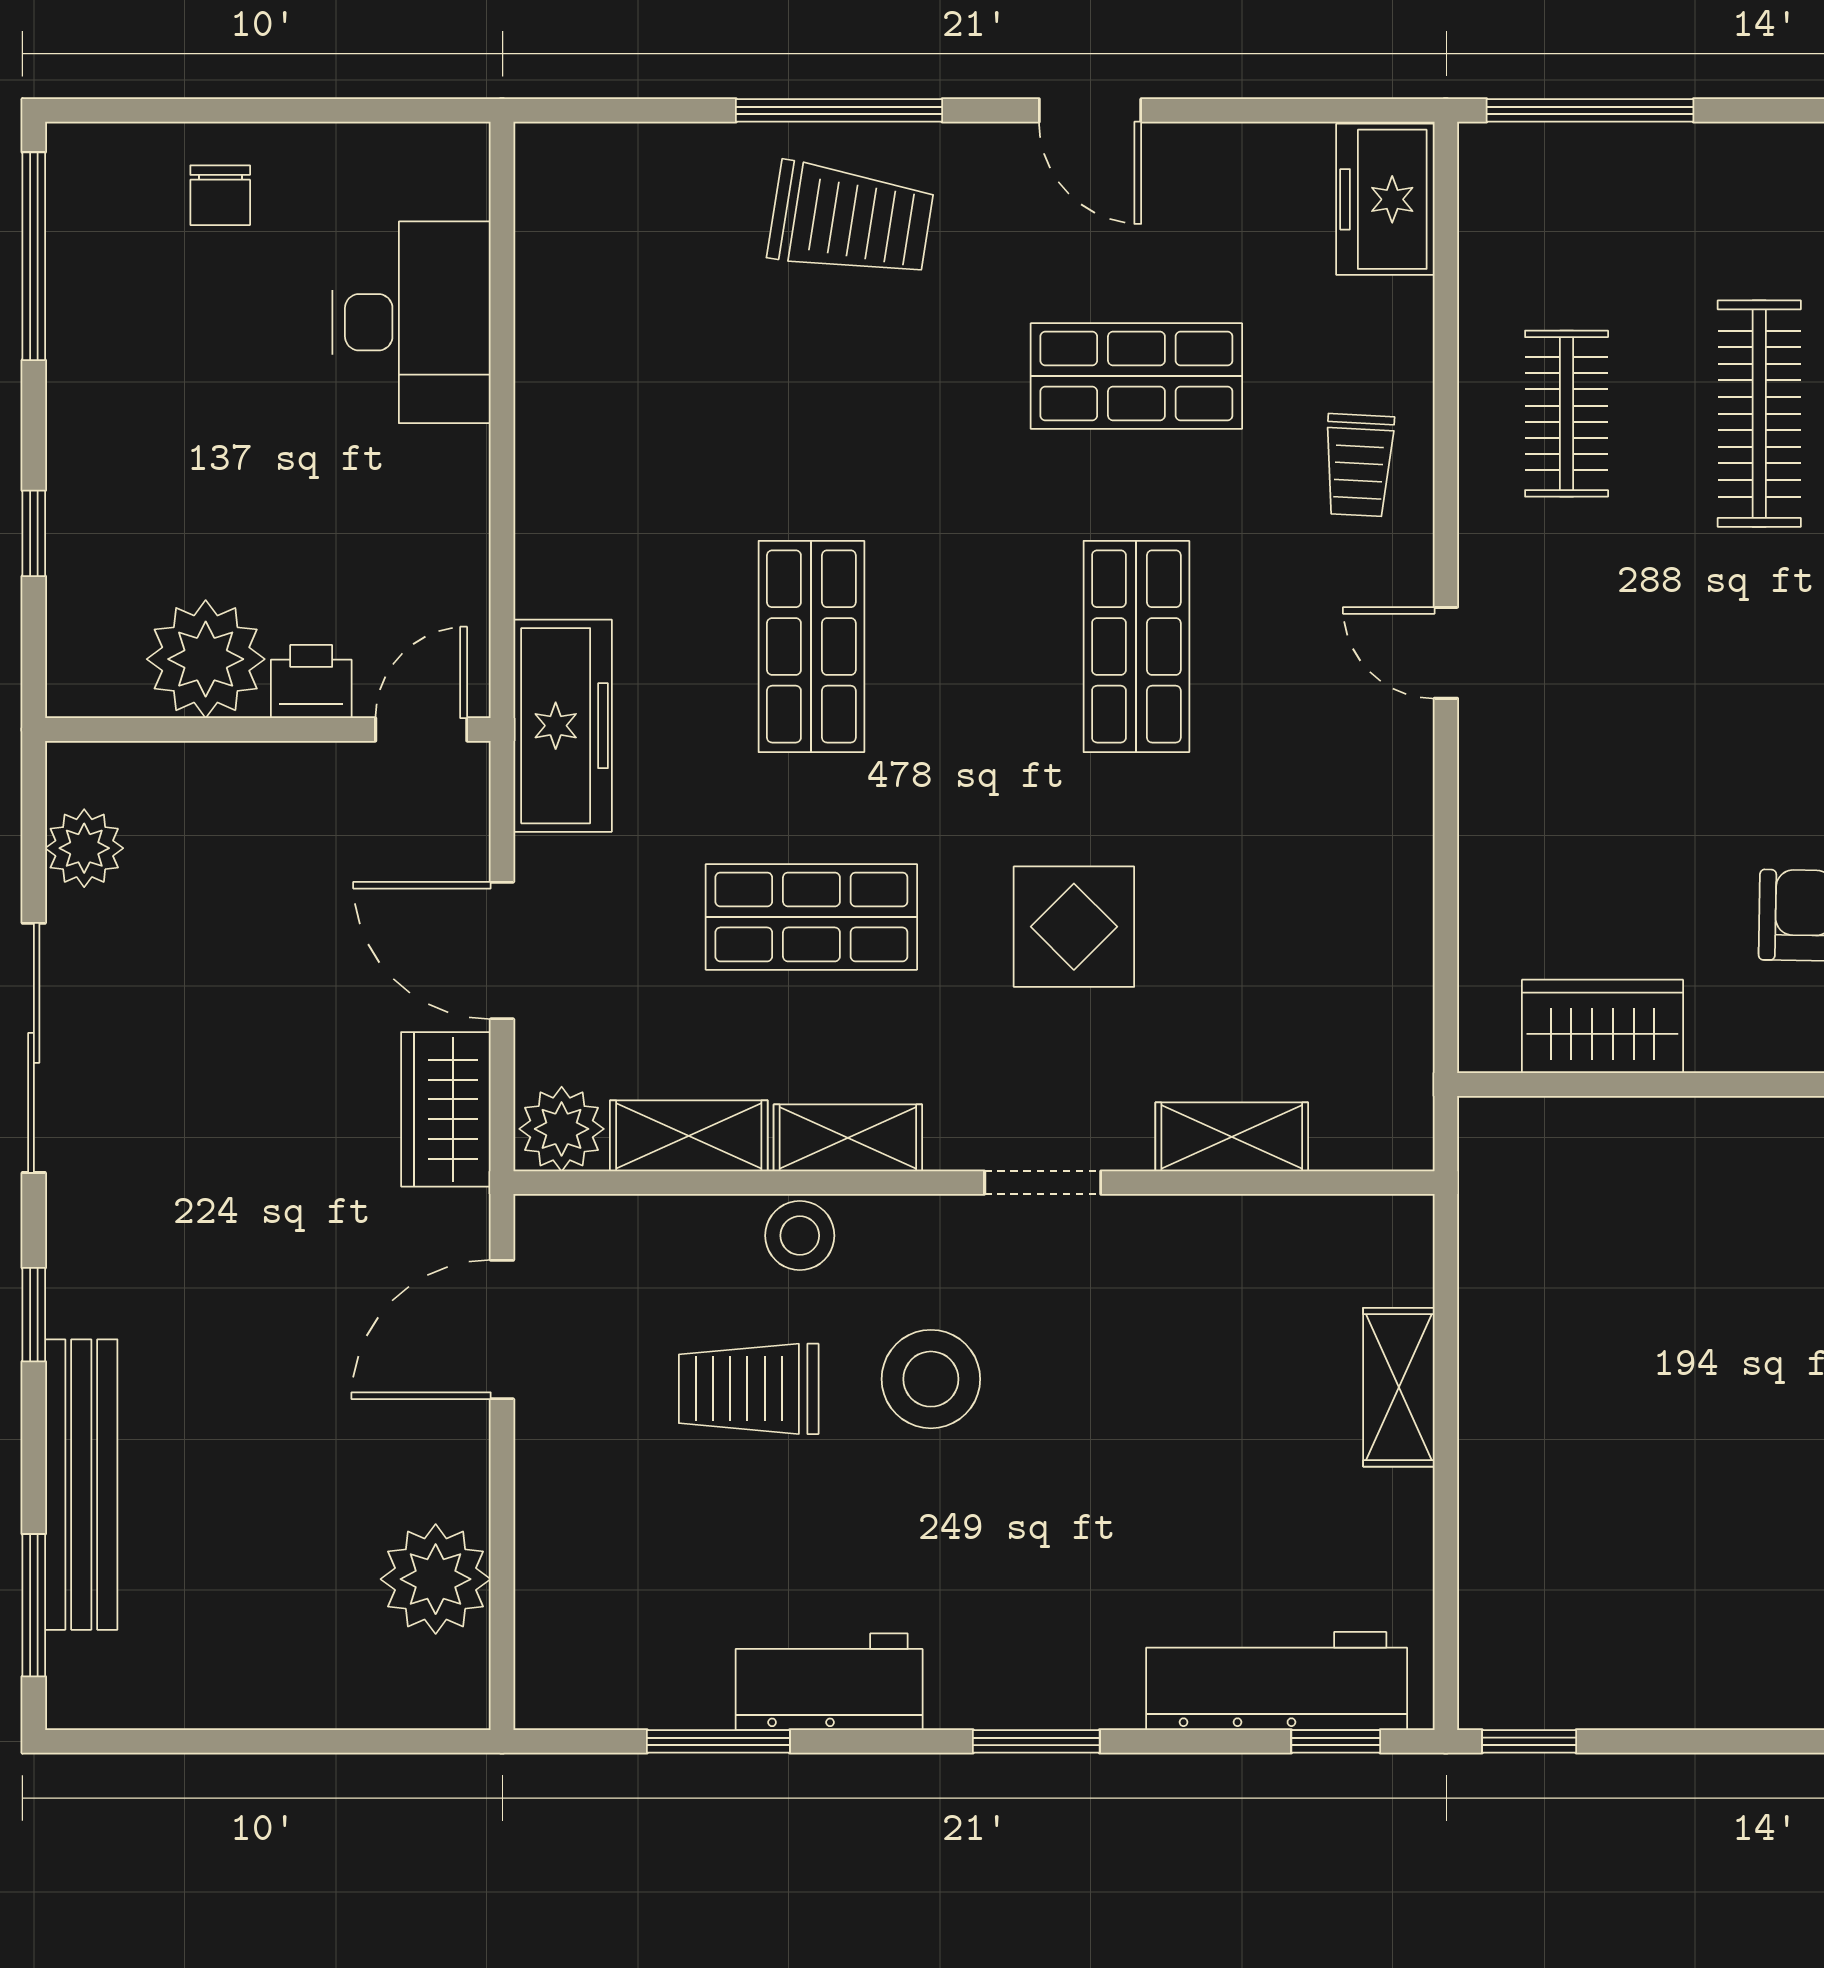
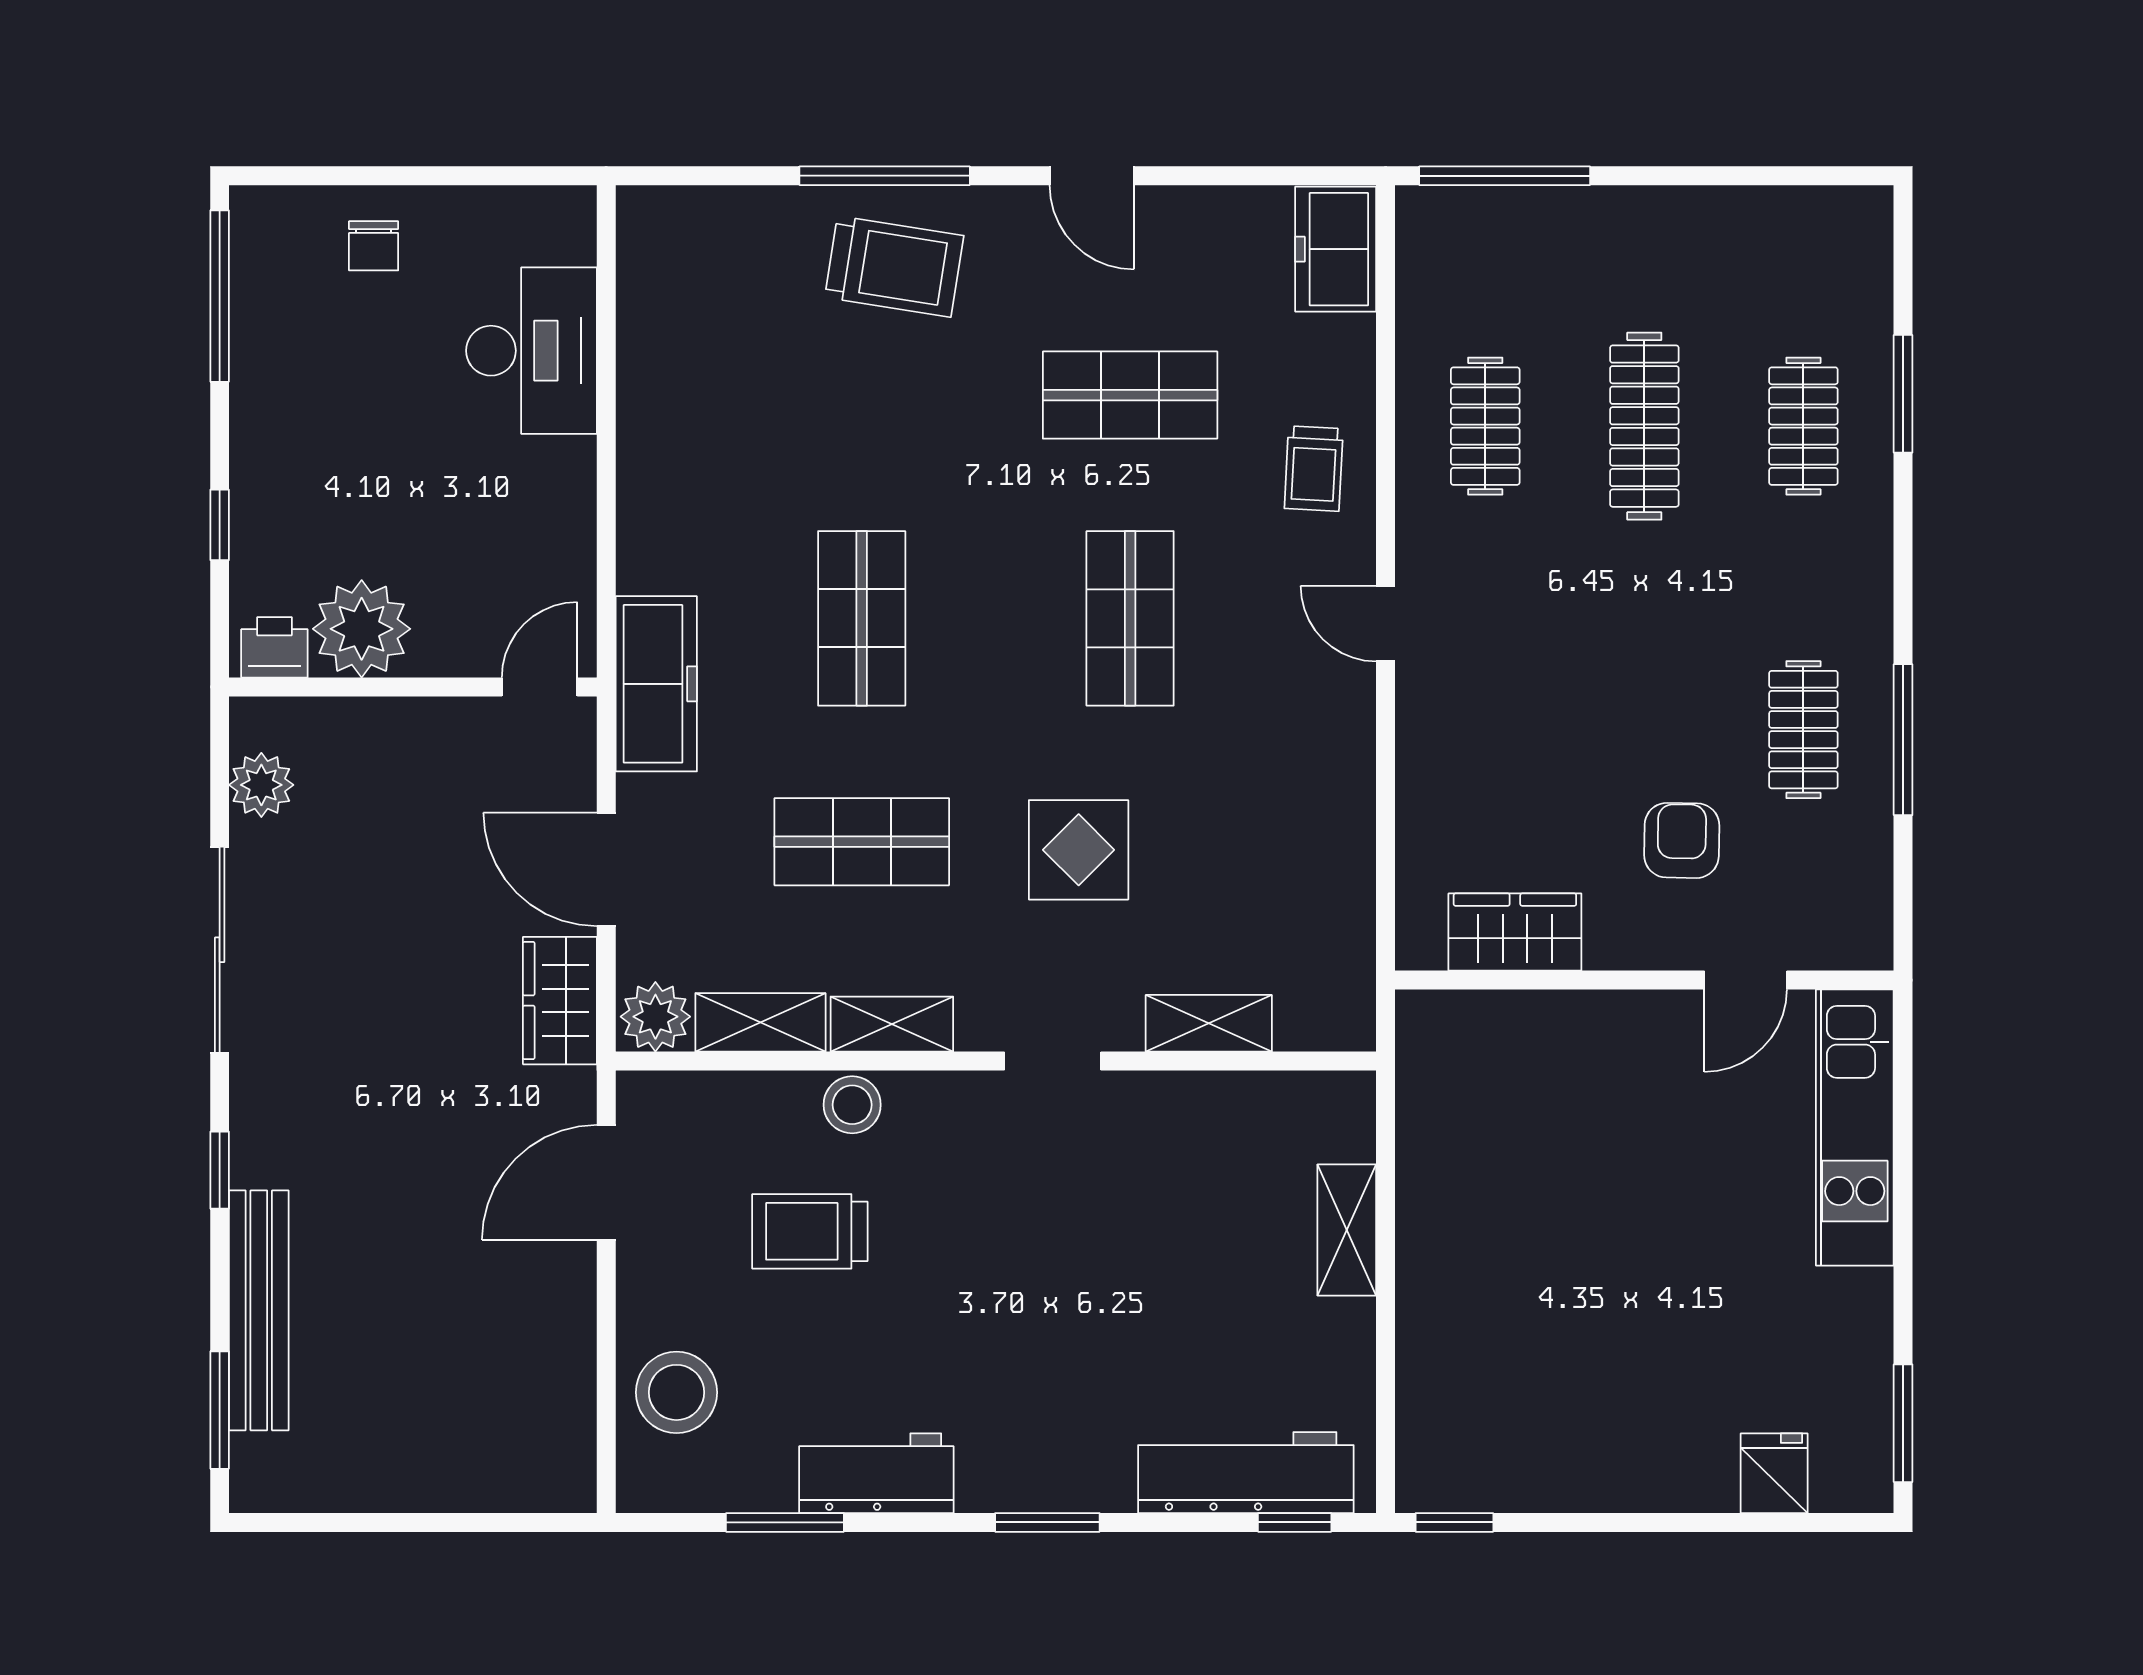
printer: (311, 682) -> (274, 647), moved
stool: (931, 1379) -> (676, 1392), moved
plant: (436, 1579) -> (551, 1388), removed

